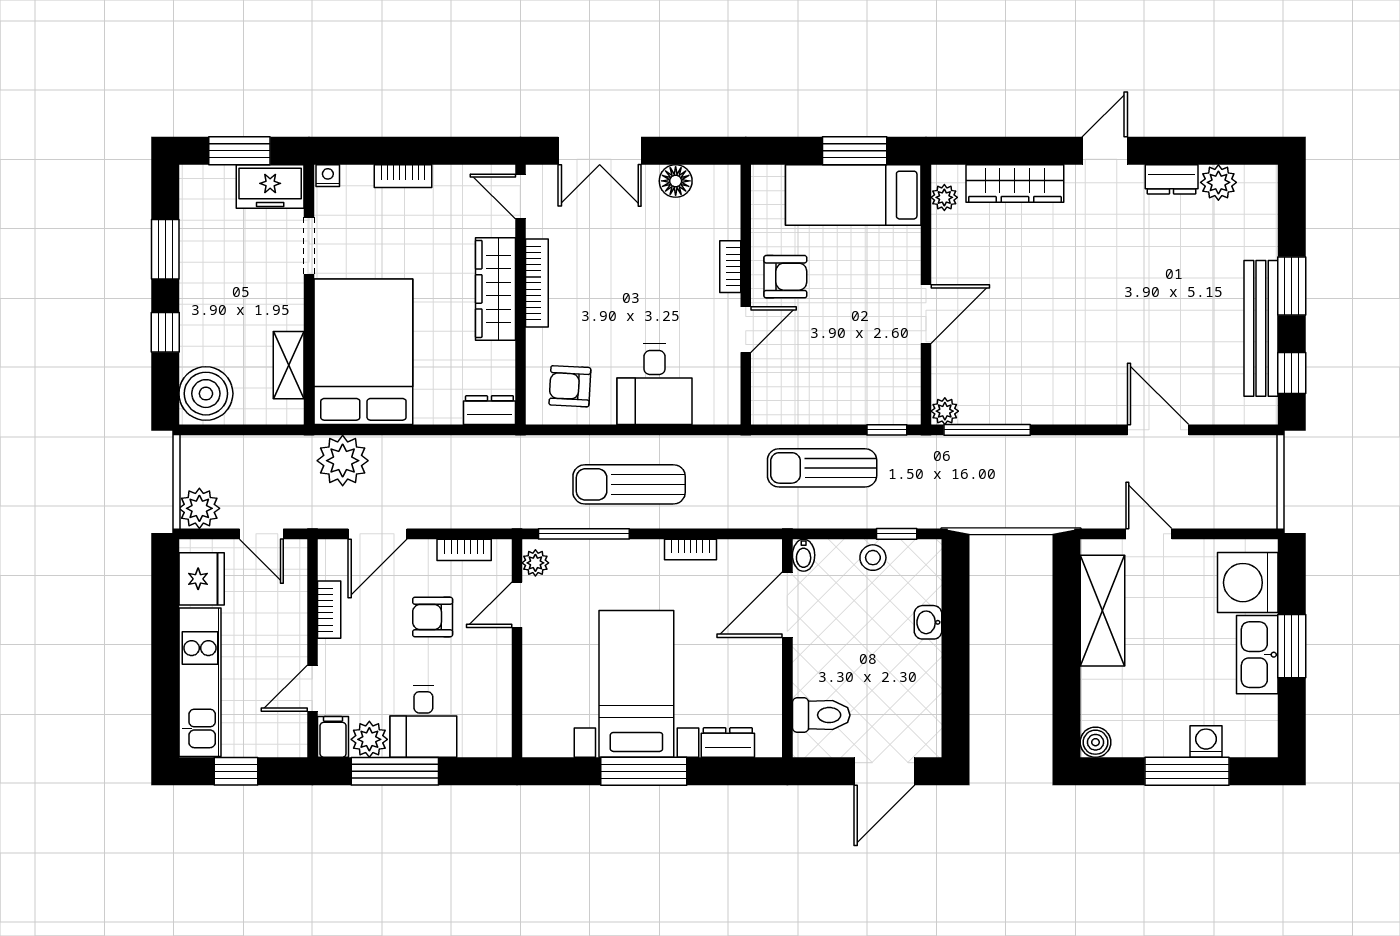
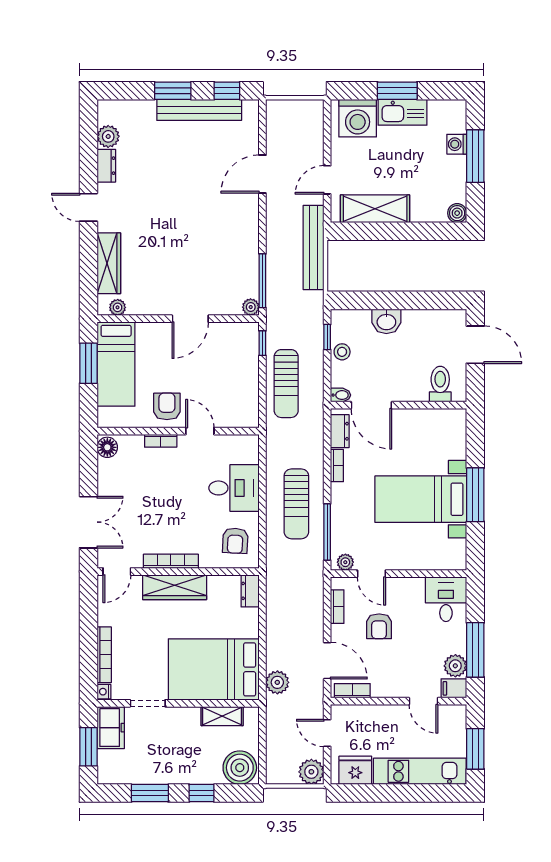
bookcase: (403, 176) -> (104, 655), width x1.56
floor lamp: (676, 181) -> (107, 447), moved
door: (926, 314) -> (190, 319), swing flipped
plant: (343, 461) -> (277, 682), width x0.73, depth x0.73
bench: (1040, 512) -> (314, 248), added
door: (261, 534) -> (327, 733), swing flipped
bookcase: (329, 610) -> (352, 691), moved
washbasin: (928, 622) -> (386, 321), width x1.38, depth x1.45
desk: (423, 722) -> (446, 599), moved, turned -90
dresser: (728, 743) -> (340, 431), moved, turned 180
window: (236, 771) -> (475, 749), width x1.50

